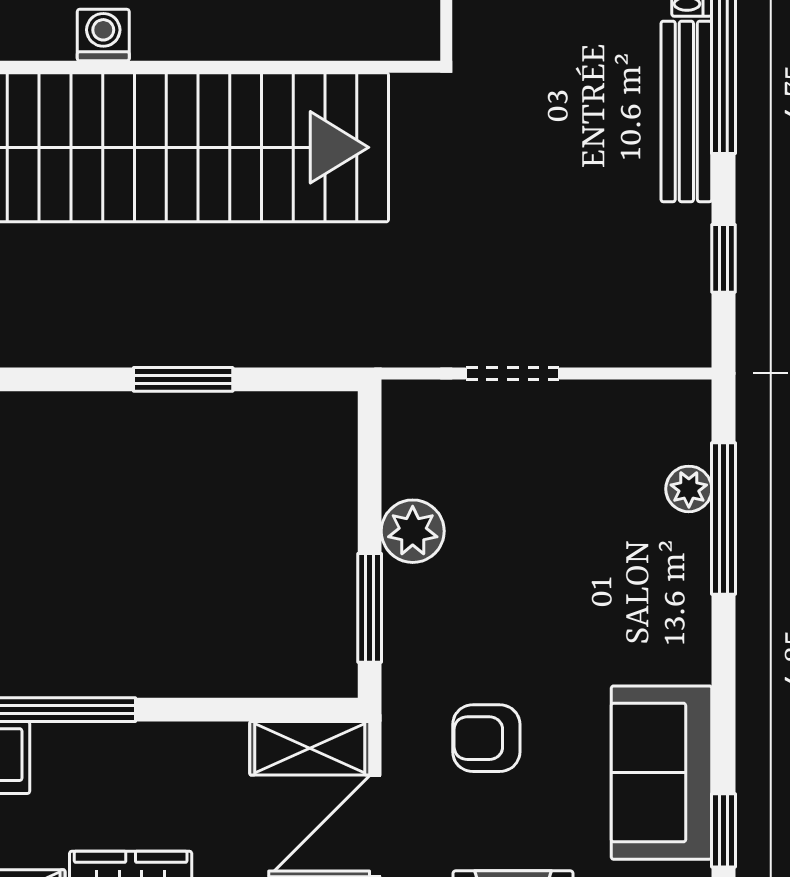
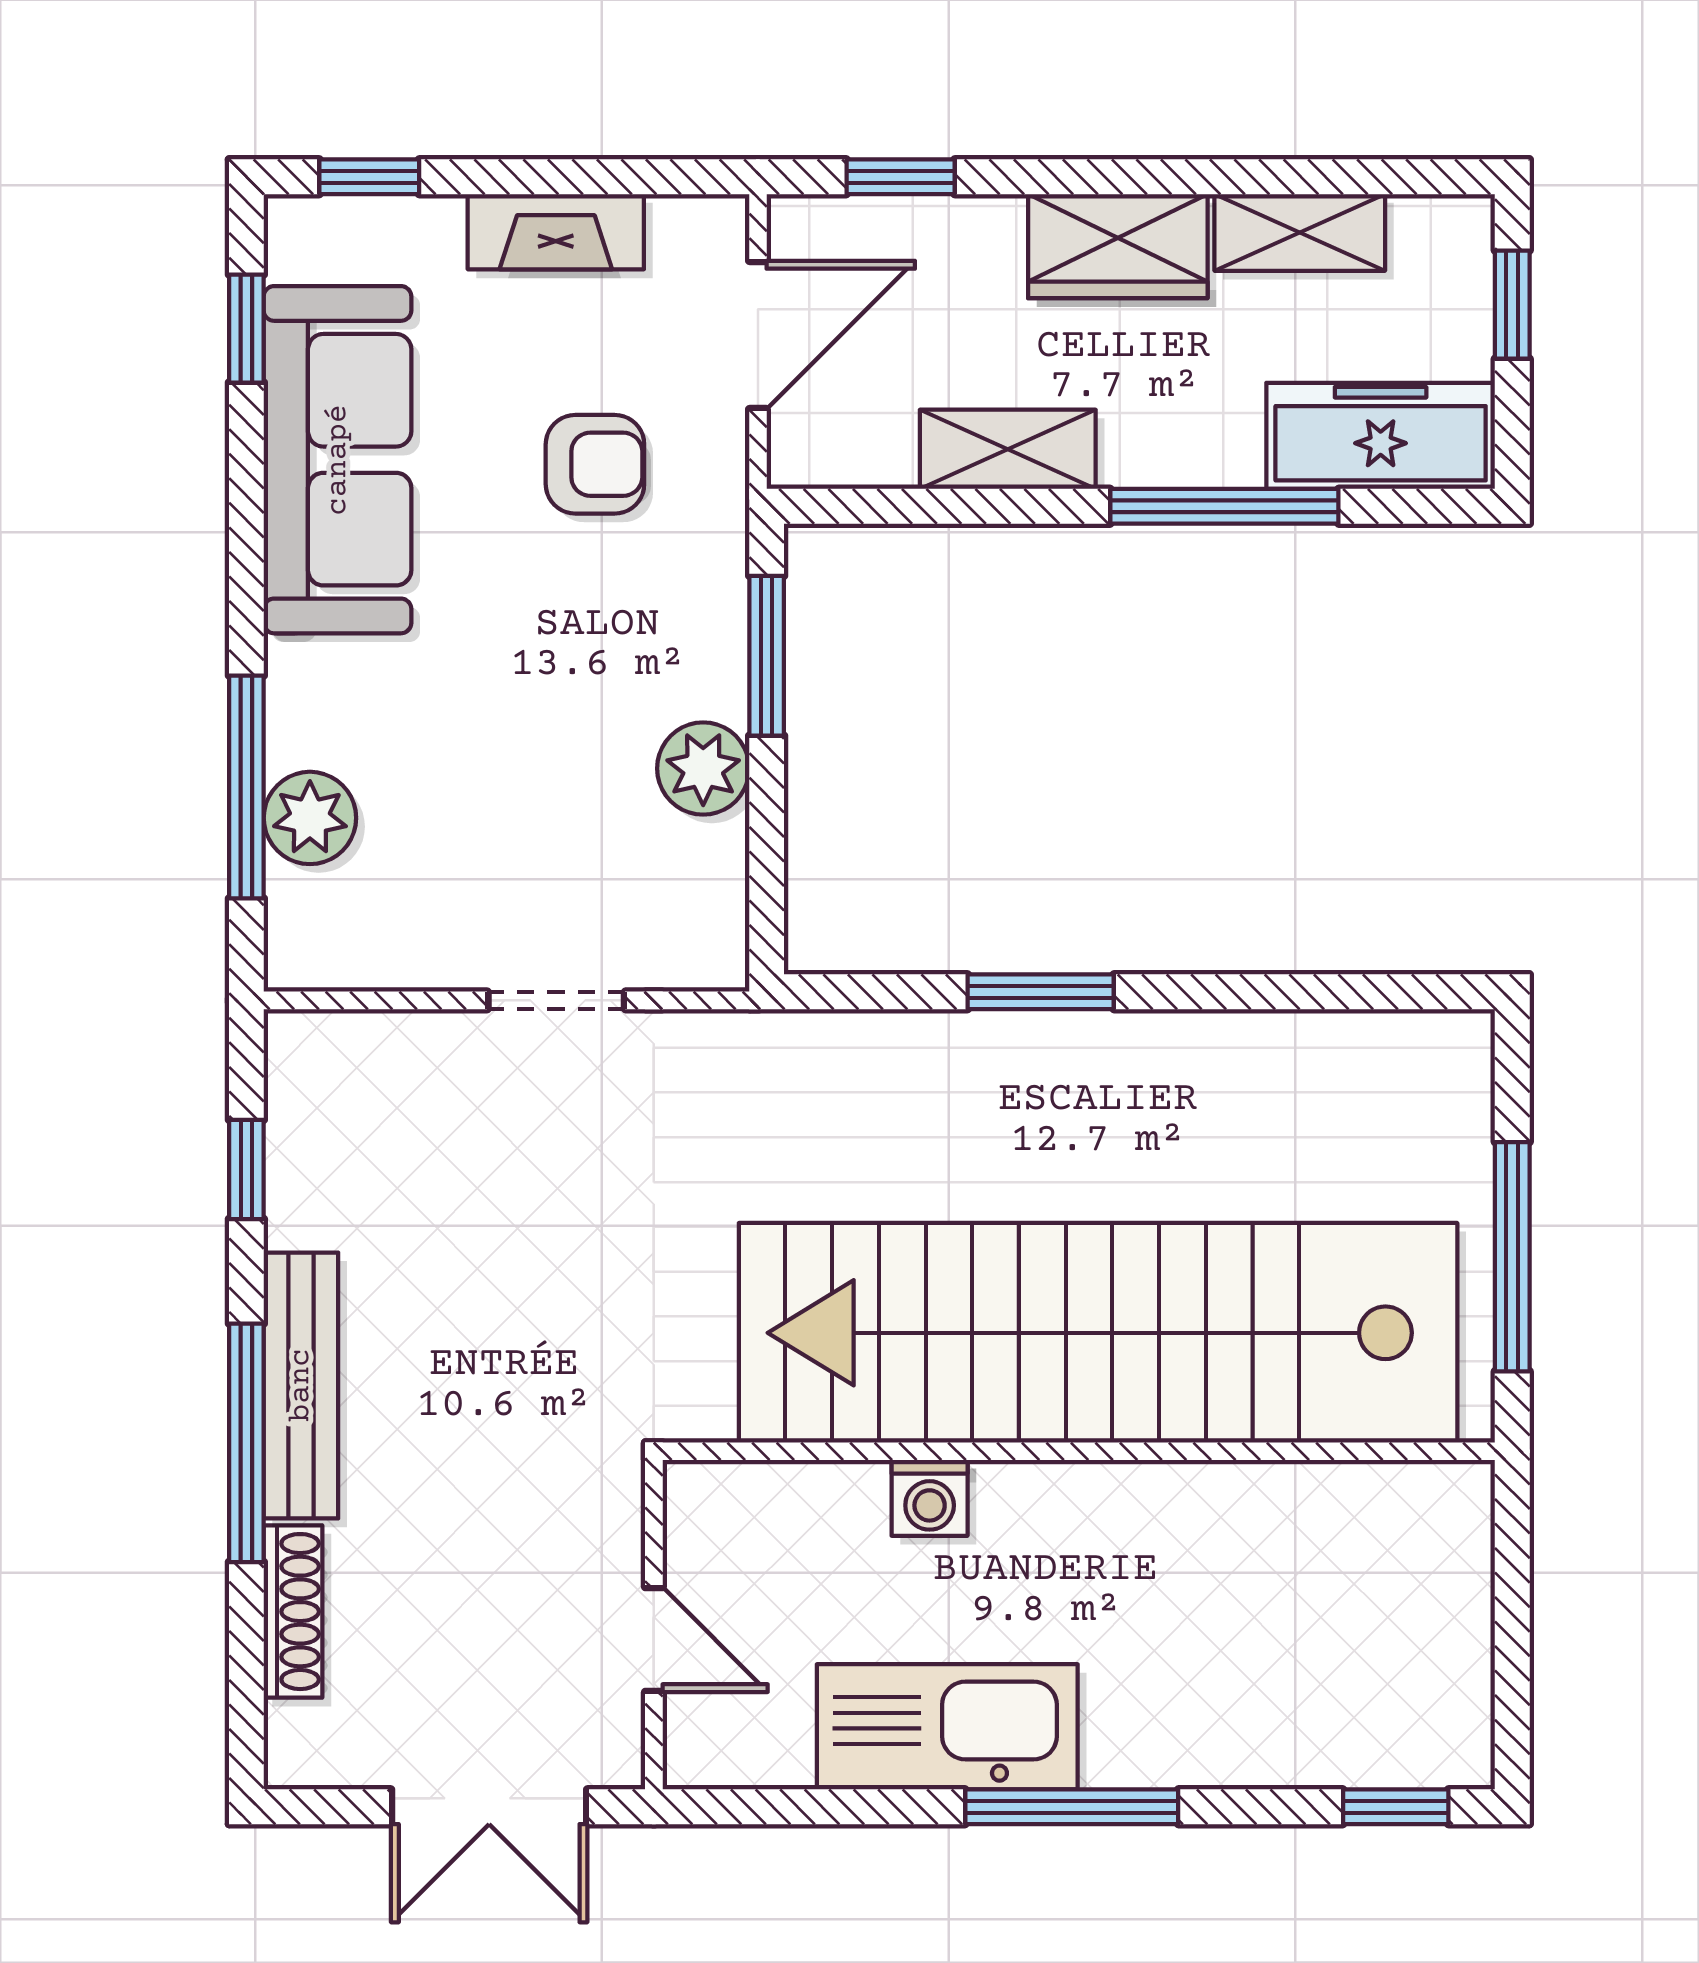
washing machine: (103, 35) -> (930, 1498), moved
plant: (689, 489) -> (310, 818), width x1.38, depth x1.38
shelving: (310, 748) -> (1008, 449), moved
sofa: (661, 773) -> (338, 460), width x1.36

